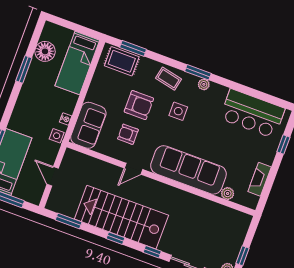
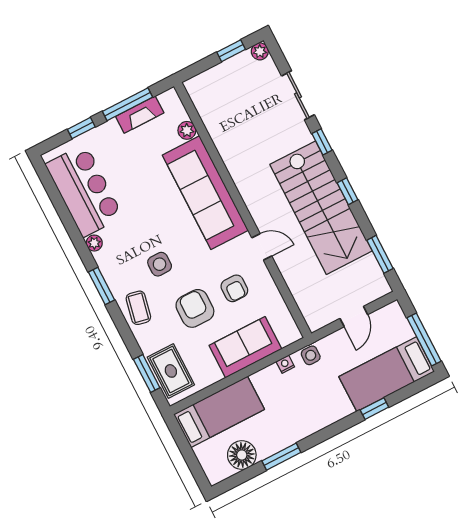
plant: (204, 84) -> (94, 243), moved
sofa: (88, 125) -> (245, 347), moved
window: (271, 179) -> (128, 104), added

